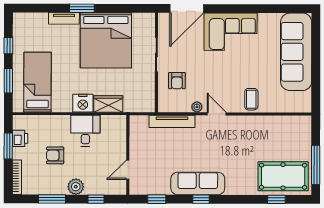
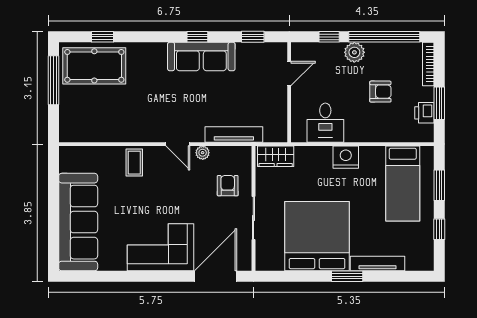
tv unit: (64, 18) -> (378, 264), width x1.41
wardrobe: (108, 104) -> (276, 156), moved
desk: (85, 131) -> (325, 123), moved
window: (52, 199) -> (384, 37), width x2.11

